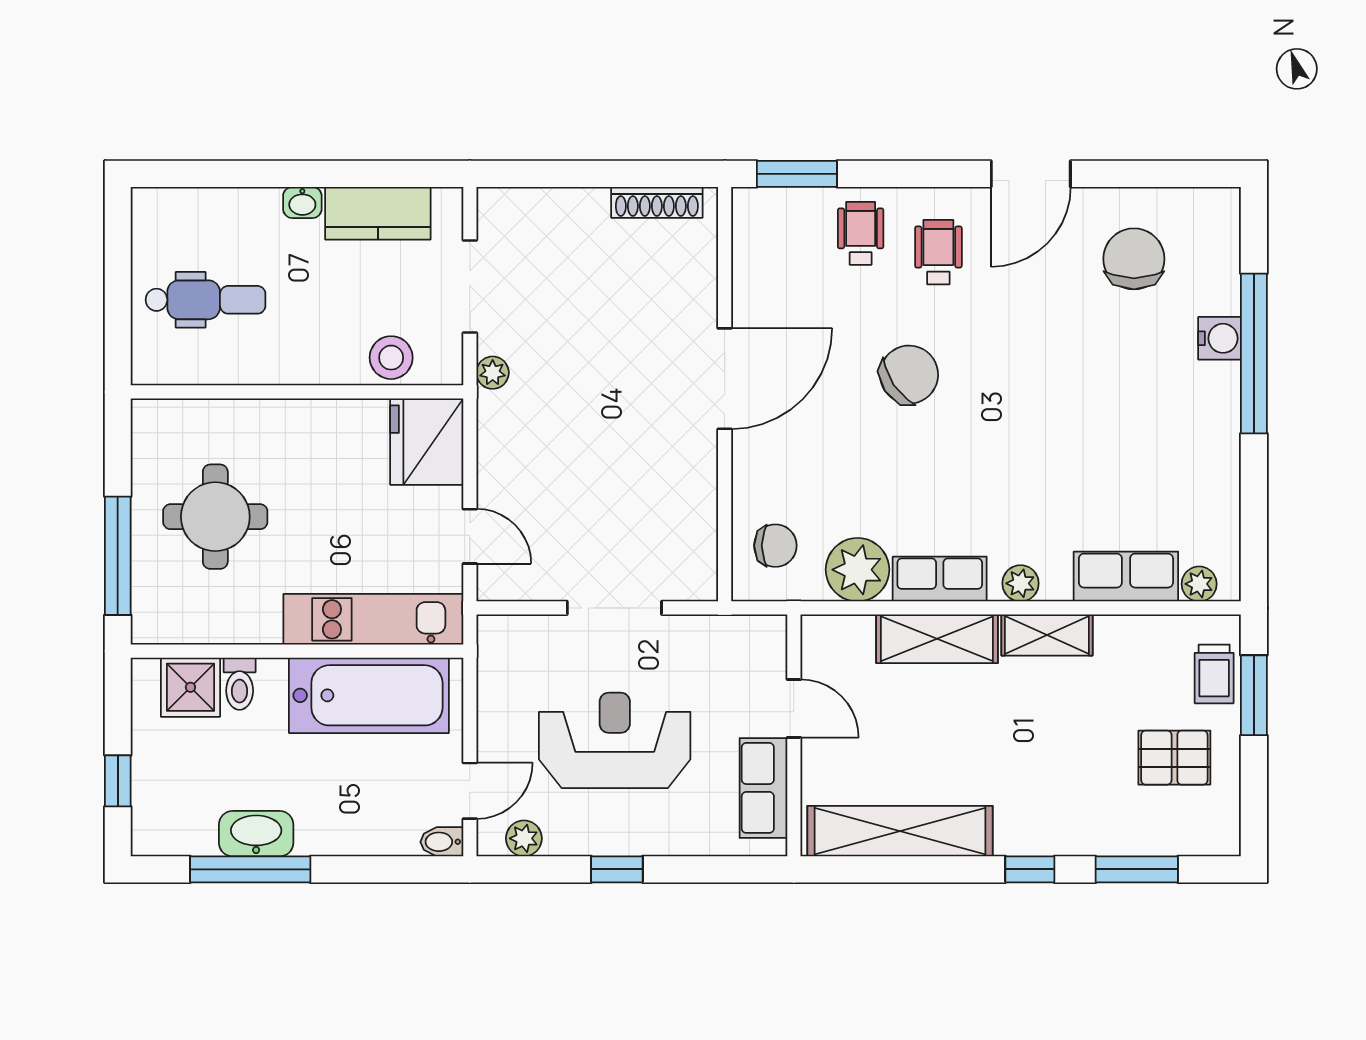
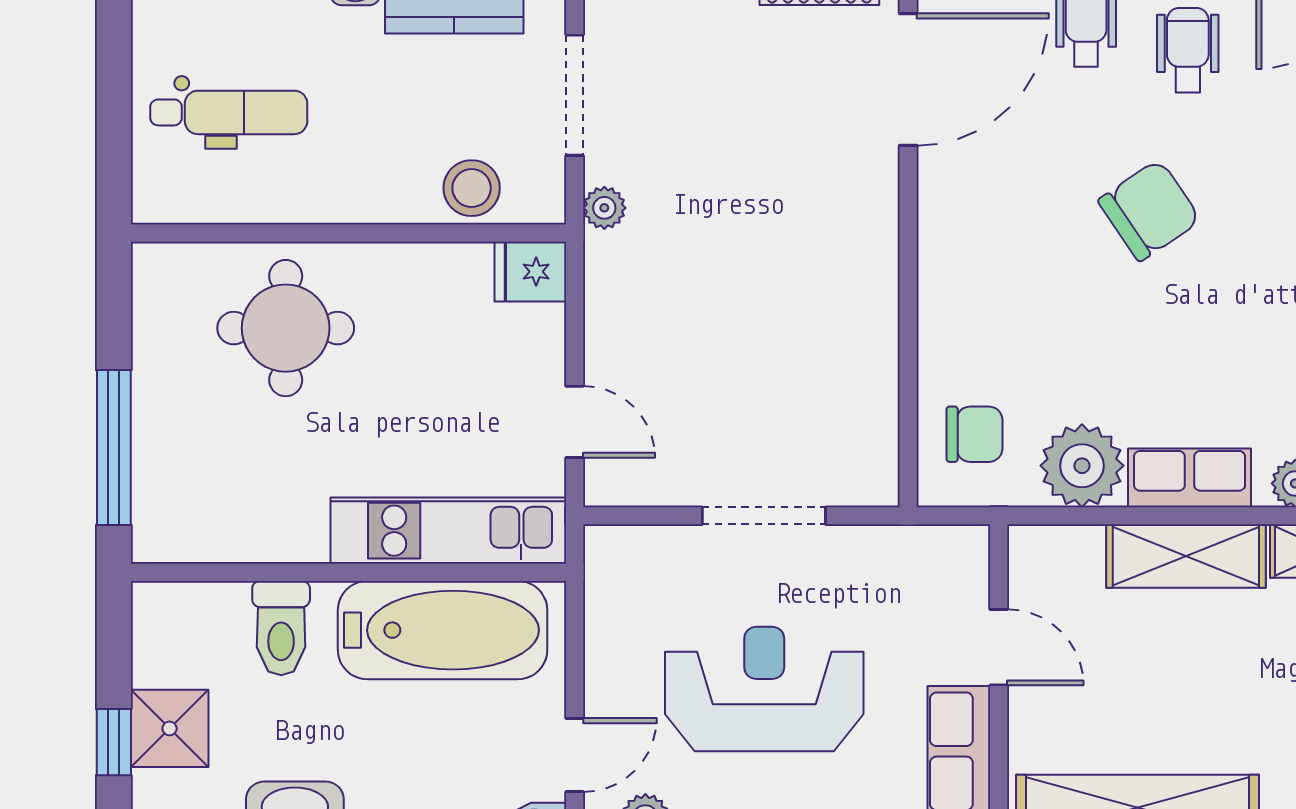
door: (725, 379) -> (908, 80), moved
fridge: (427, 442) -> (530, 272), width x0.53, depth x0.75
round table: (215, 517) -> (286, 328), moved
toilet: (240, 684) -> (281, 628), width x1.37, depth x1.39
shower: (190, 687) -> (170, 728), moved

